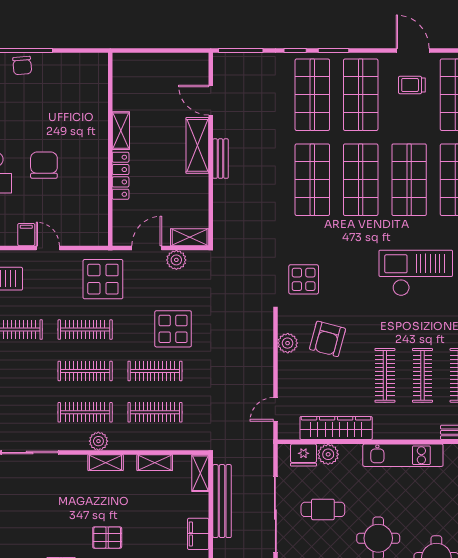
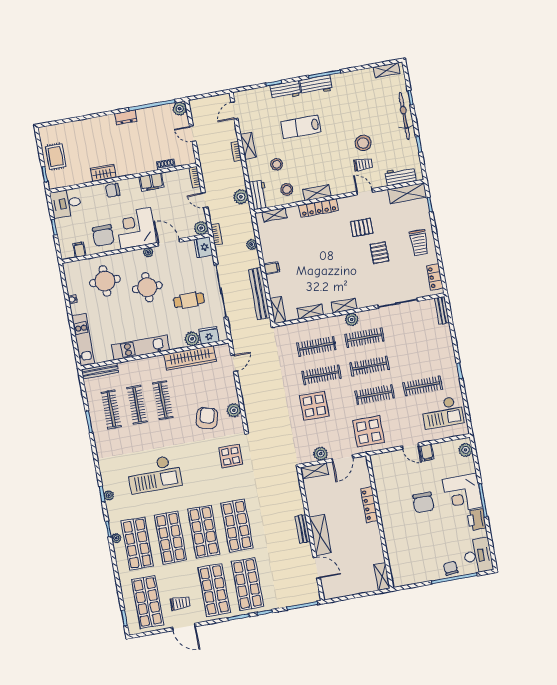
shelving: (121, 131) -> (382, 576), moved
filing cabinet: (198, 534) -> (272, 268), width x0.50
pallet: (107, 538) -> (379, 253), moved, turned 90

